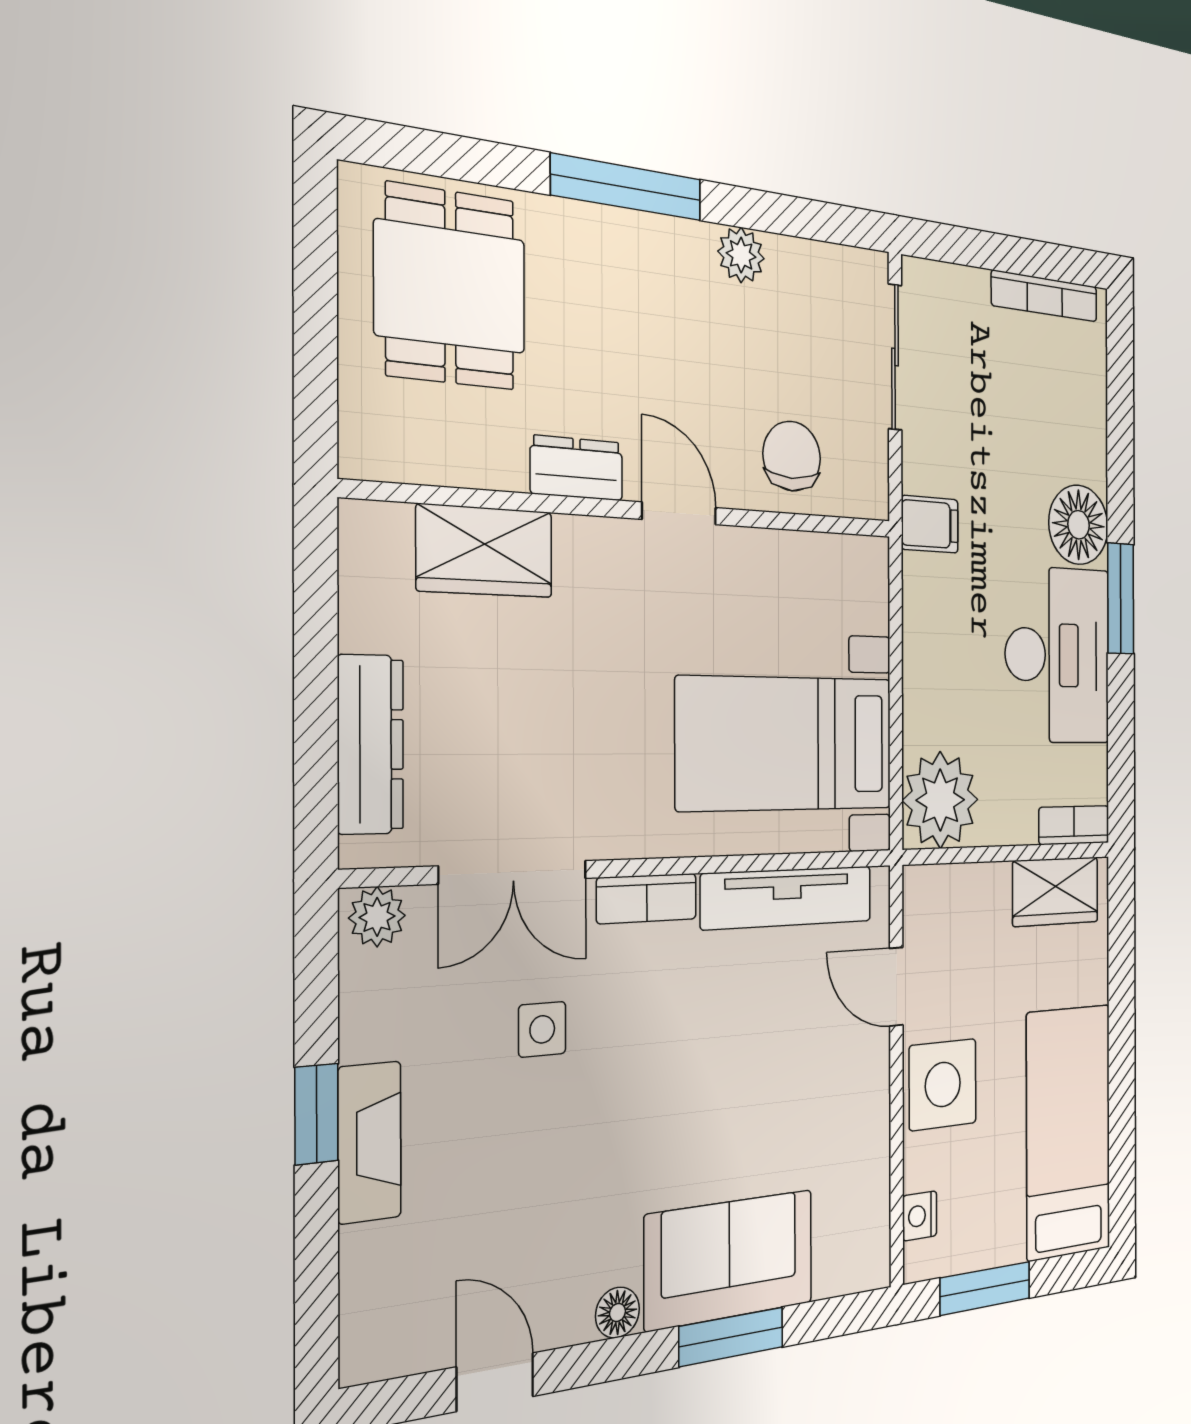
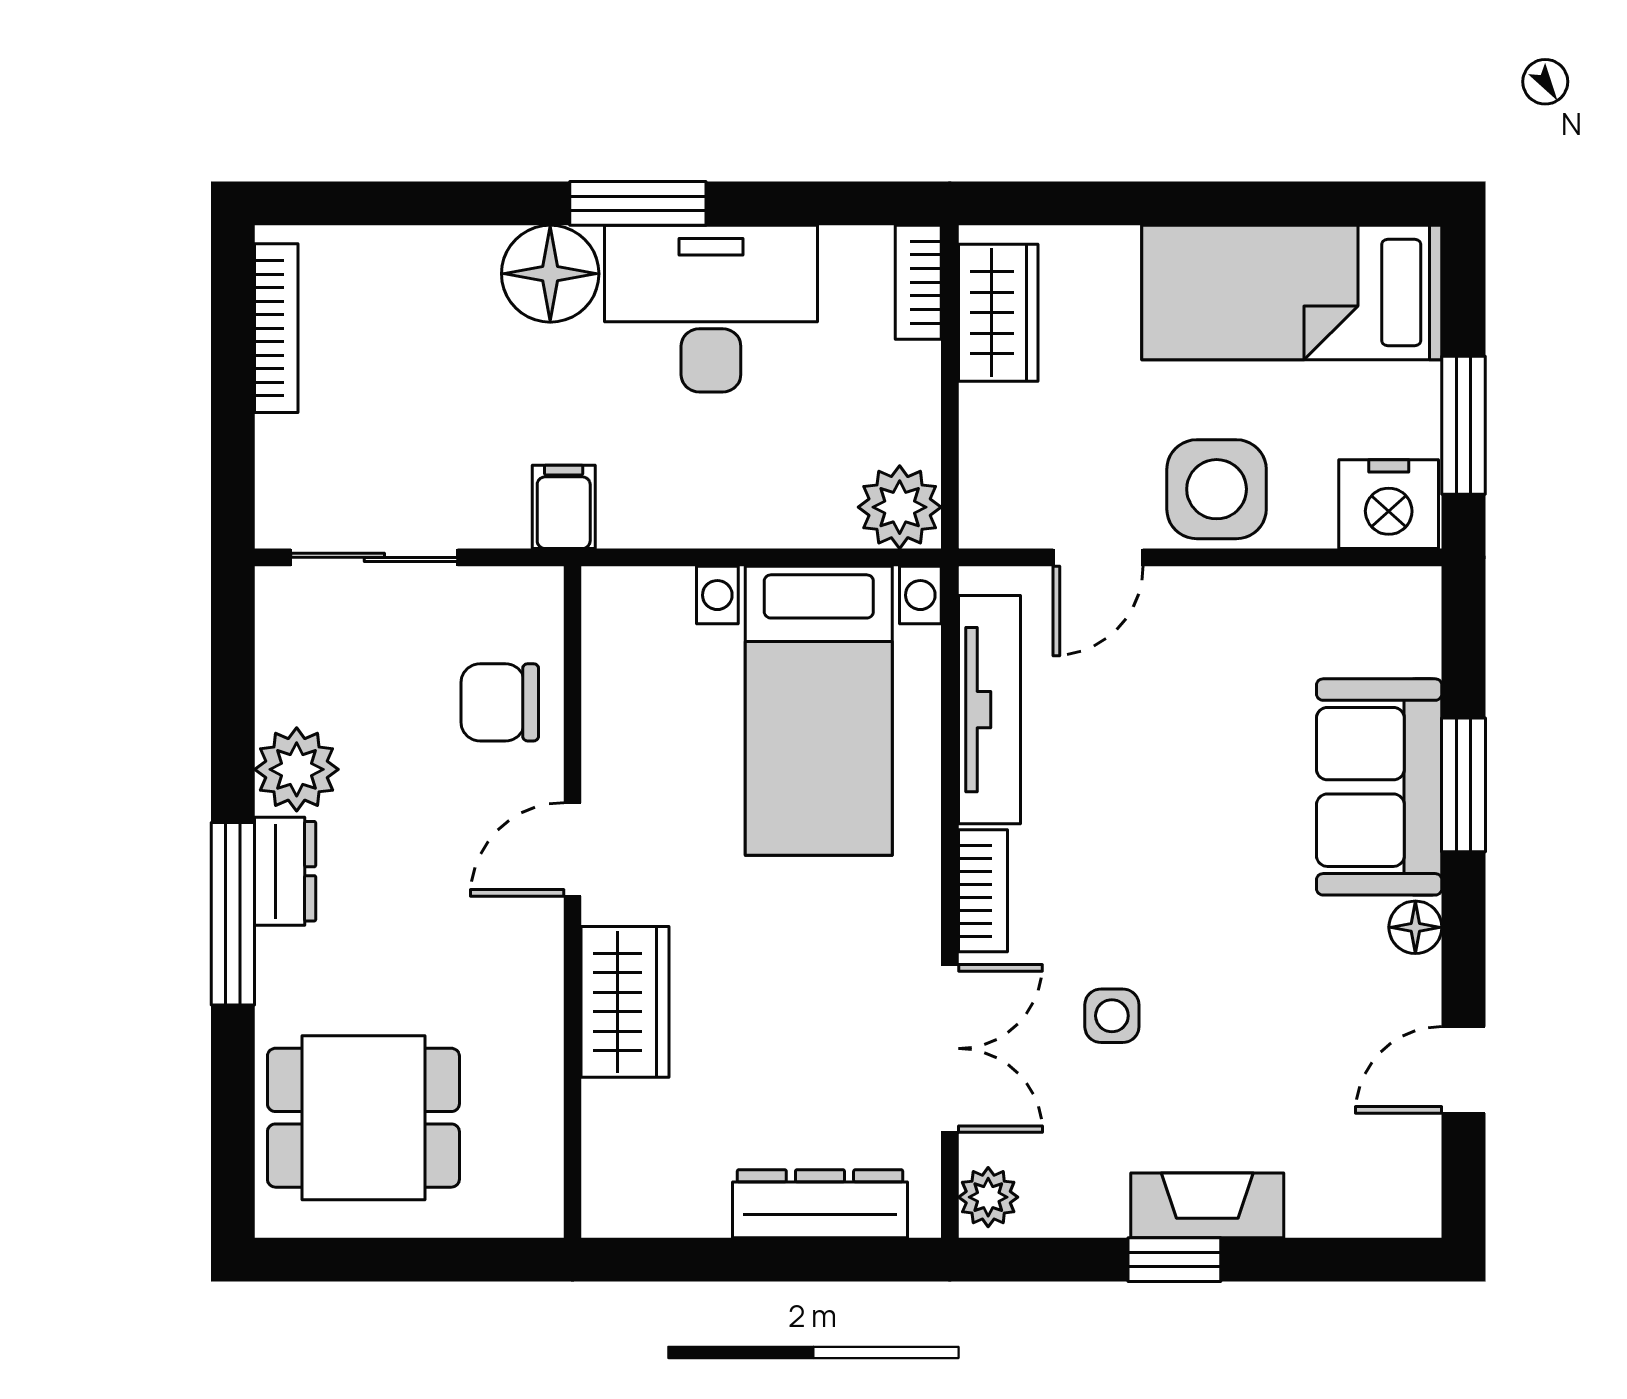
plant: (741, 255) -> (297, 769), width x1.38, depth x1.38
dresser: (577, 468) -> (285, 871), moved, turned 180
wardrobe: (485, 551) -> (625, 1002), moved
plant: (940, 800) -> (900, 507), width x0.73, depth x0.73
nightstand: (920, 1216) -> (1389, 504), width x1.89, depth x1.79

